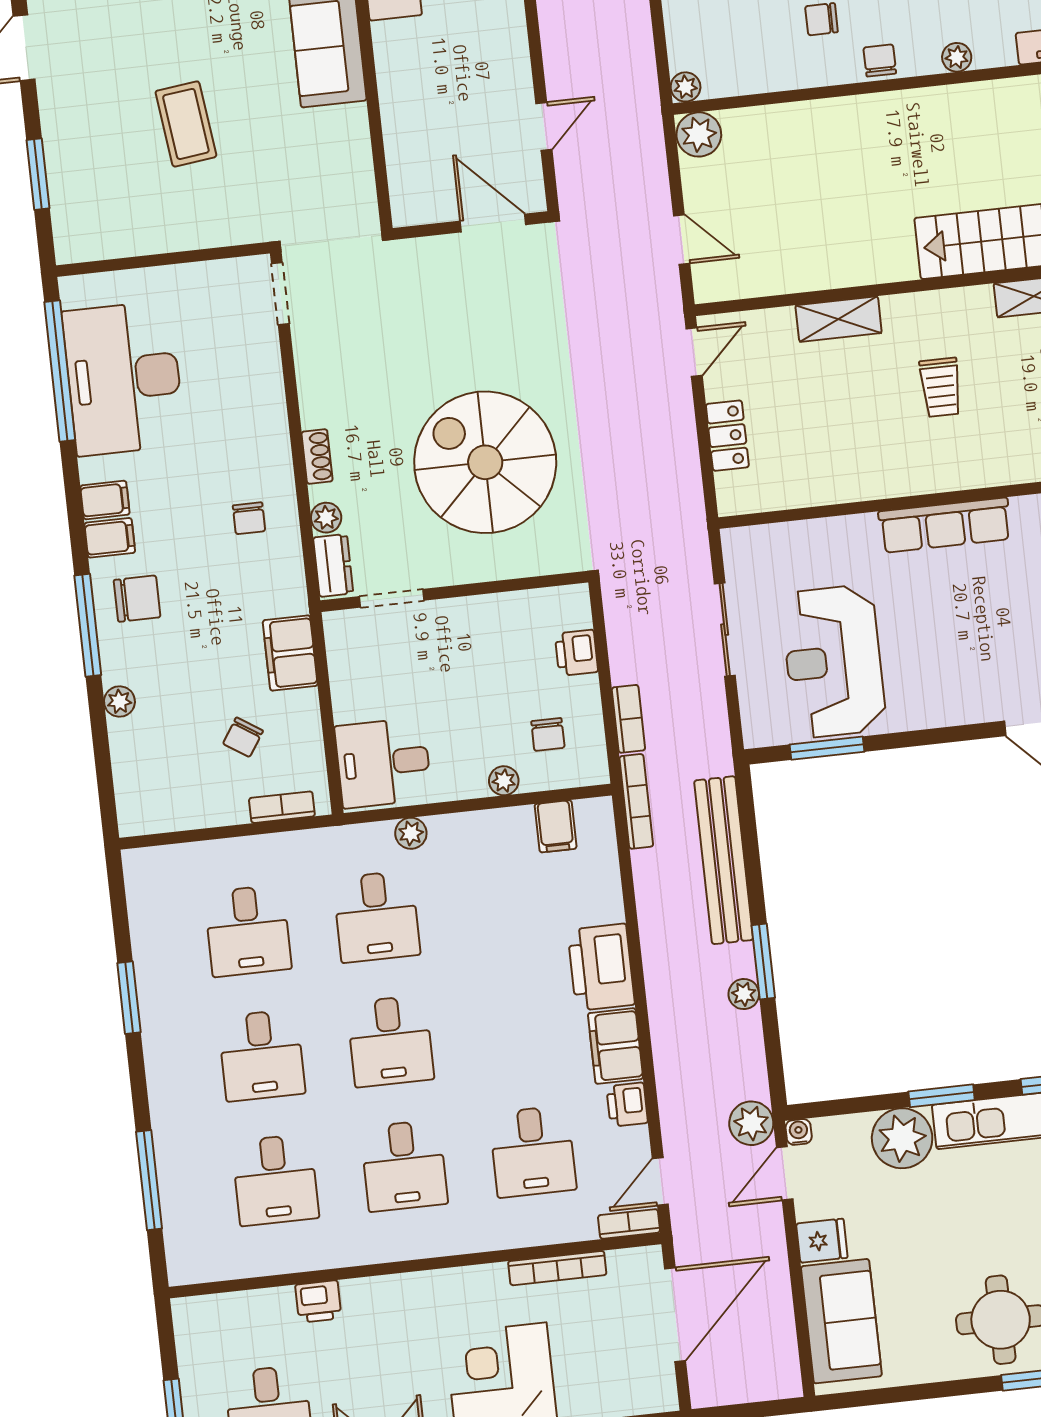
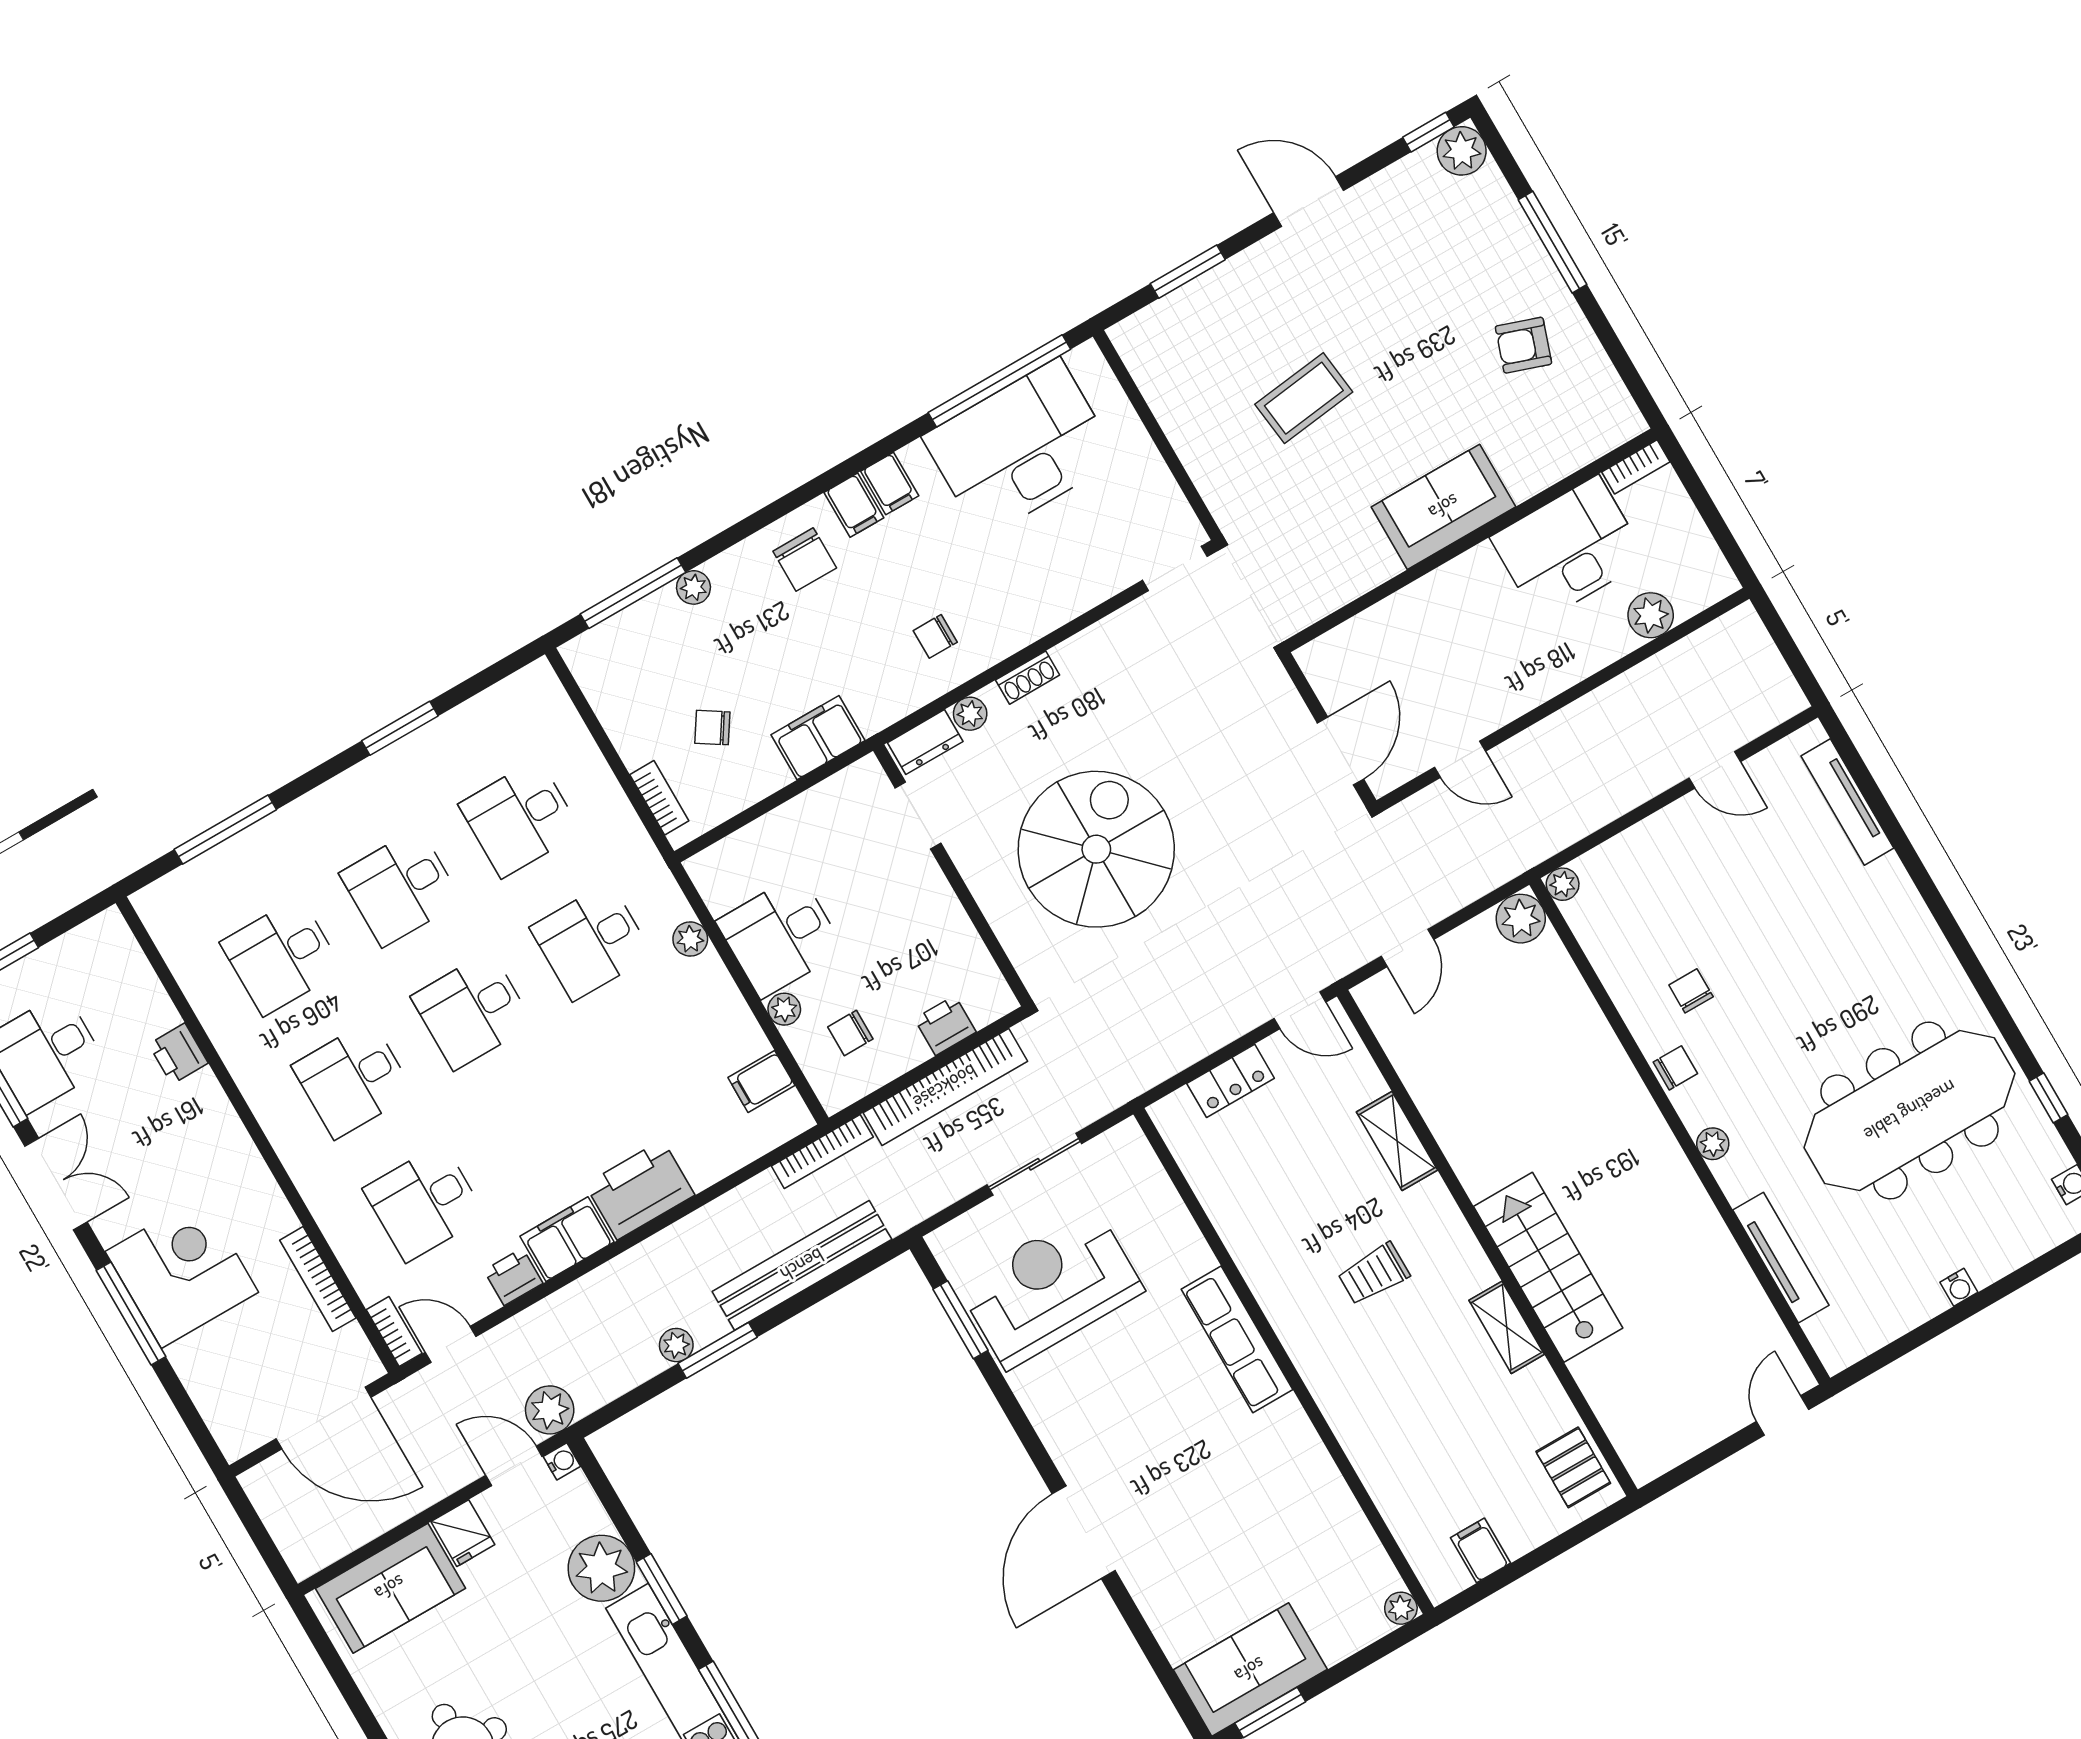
window: (88, 625) -> (633, 593), moved
bookcase: (628, 719) -> (945, 1087), width x2.31, depth x1.31
desk: (383, 763) -> (780, 936), moved, turned -90

